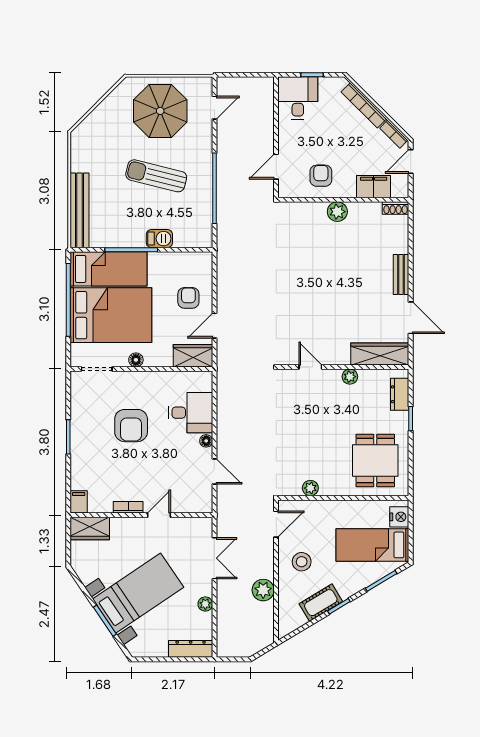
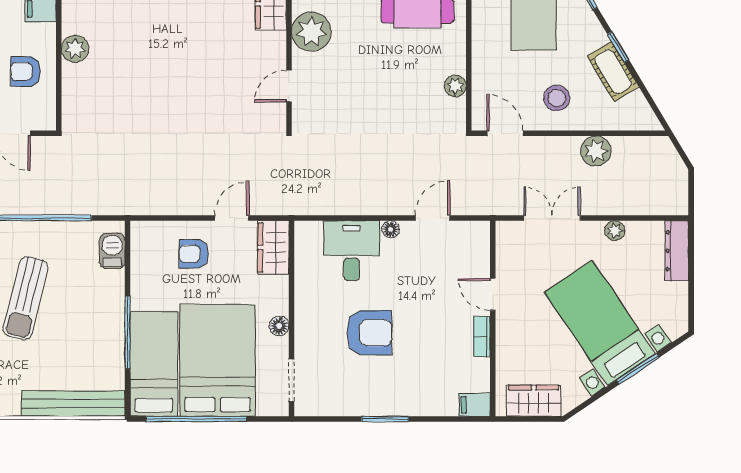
barbecue: (159, 239) -> (112, 251), moved
door: (214, 326) -> (232, 218), swing flipped
plant: (350, 377) -> (311, 32), width x1.88, depth x1.88
wardrobe: (90, 528) -> (534, 401), moved, turned -90

